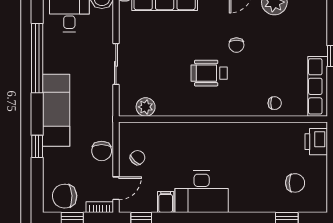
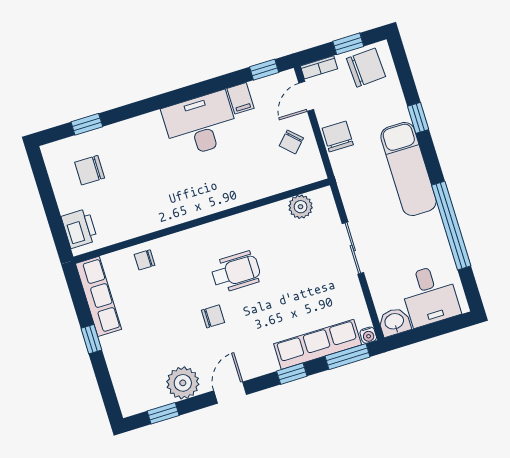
chair: (236, 45) -> (213, 316), turned 90

